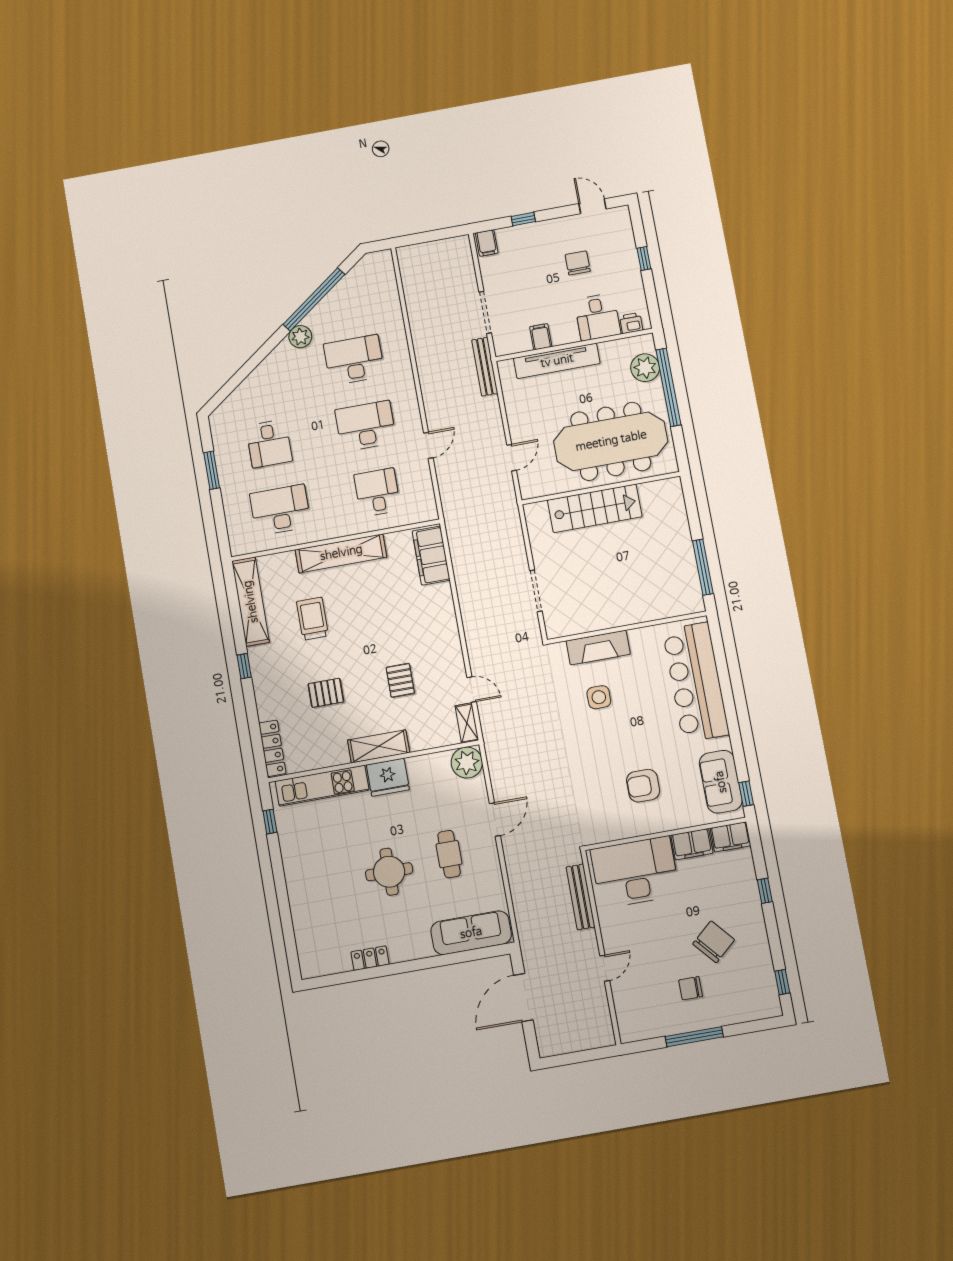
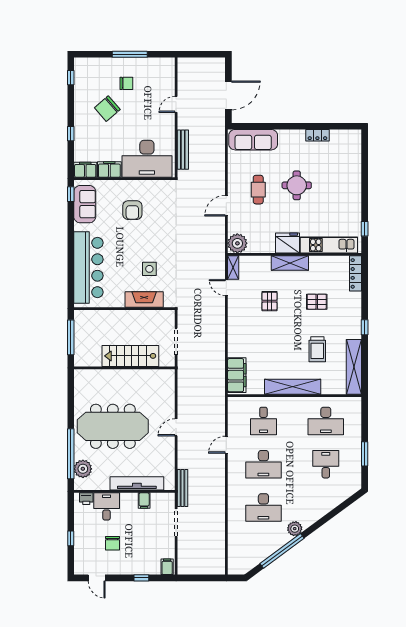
wall: (601, 488) -> (124, 368), moved
stairs: (595, 508) -> (130, 356), moved
armchair: (643, 786) -> (132, 210), turned 90

